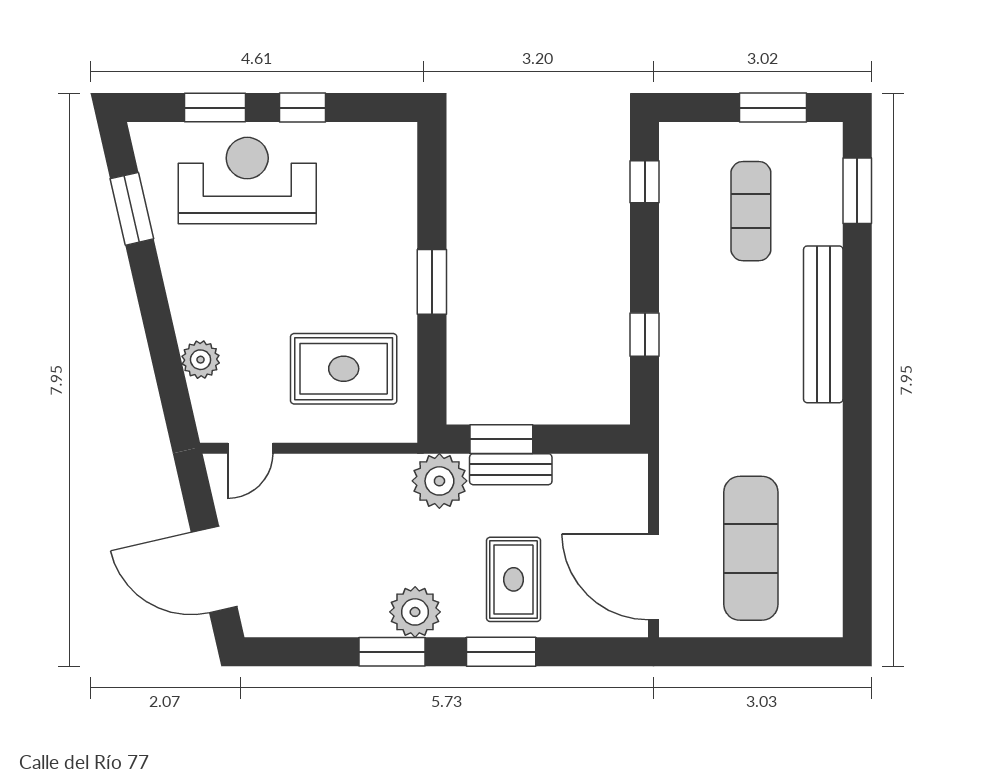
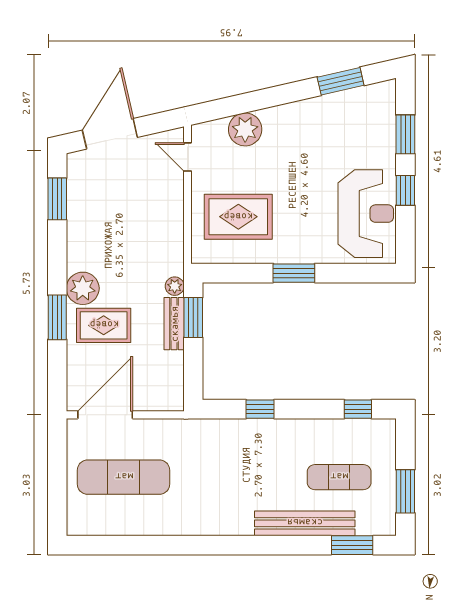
reception desk: (247, 181) -> (366, 214), moved
bench: (823, 324) -> (305, 523), moved
plant: (201, 360) -> (245, 129), width x1.36, depth x1.36
rug: (344, 369) -> (238, 217), turned 90
plant: (439, 481) -> (175, 286), width x0.53, depth x0.53
plant: (415, 612) -> (83, 288), moved
window: (392, 652) -> (57, 199), moved

